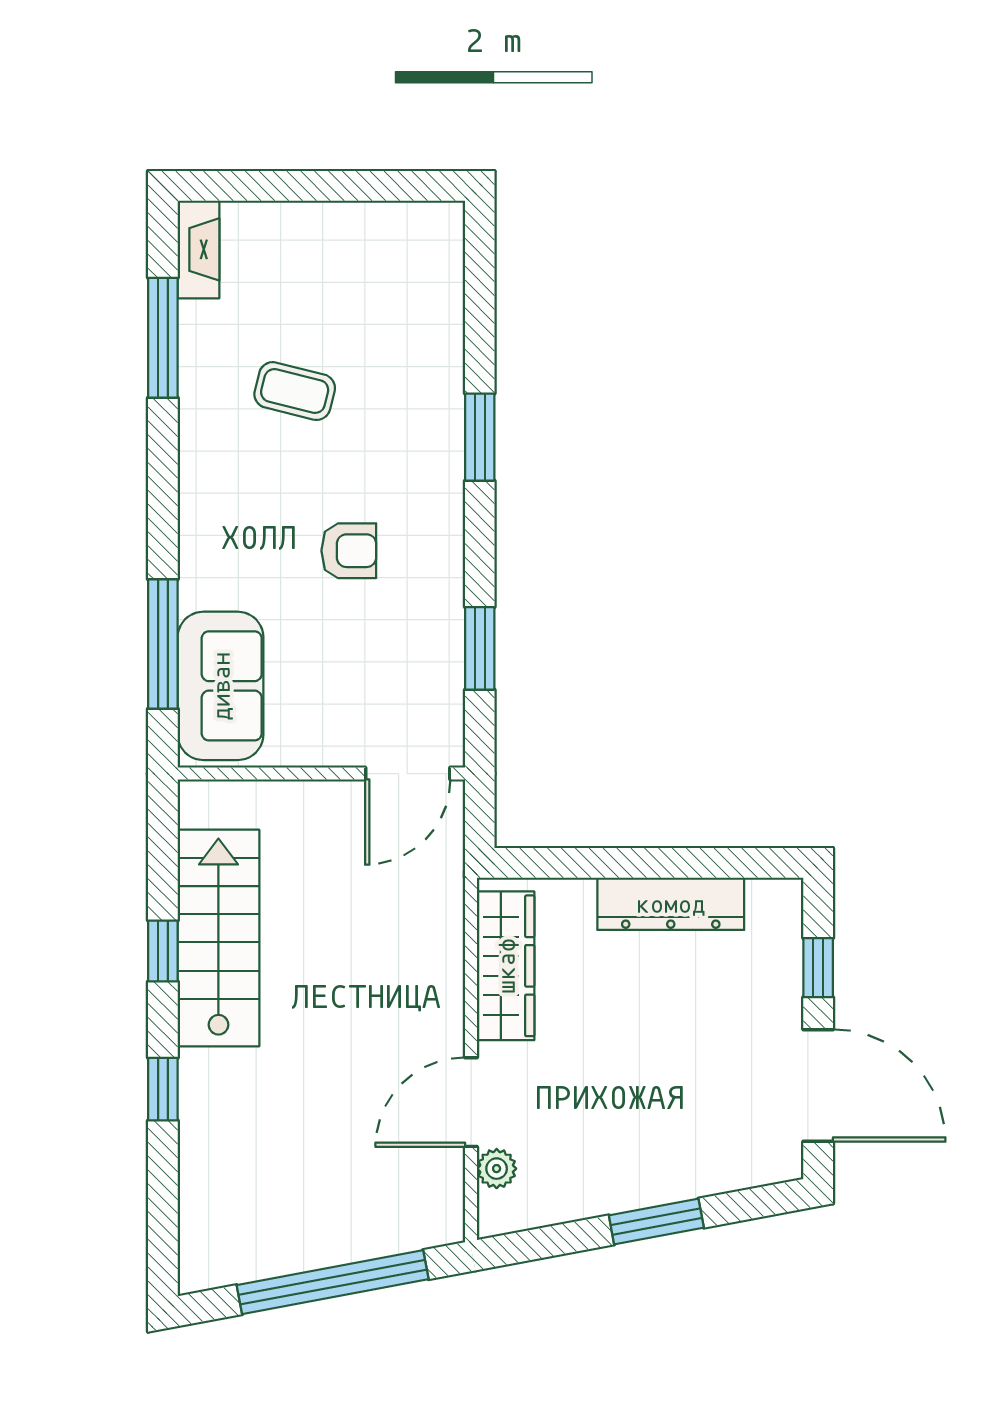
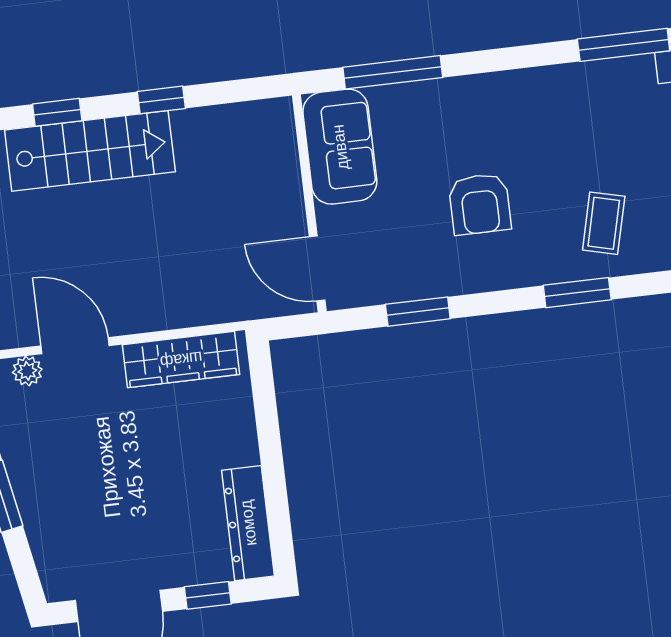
coffee table: (295, 391) -> (604, 223), moved
armchair: (349, 551) -> (480, 204), width x1.38, depth x1.38
sofa: (221, 686) -> (340, 147), moved, turned -90
dresser: (671, 904) -> (248, 523), moved
stairs: (218, 938) -> (90, 151), moved

